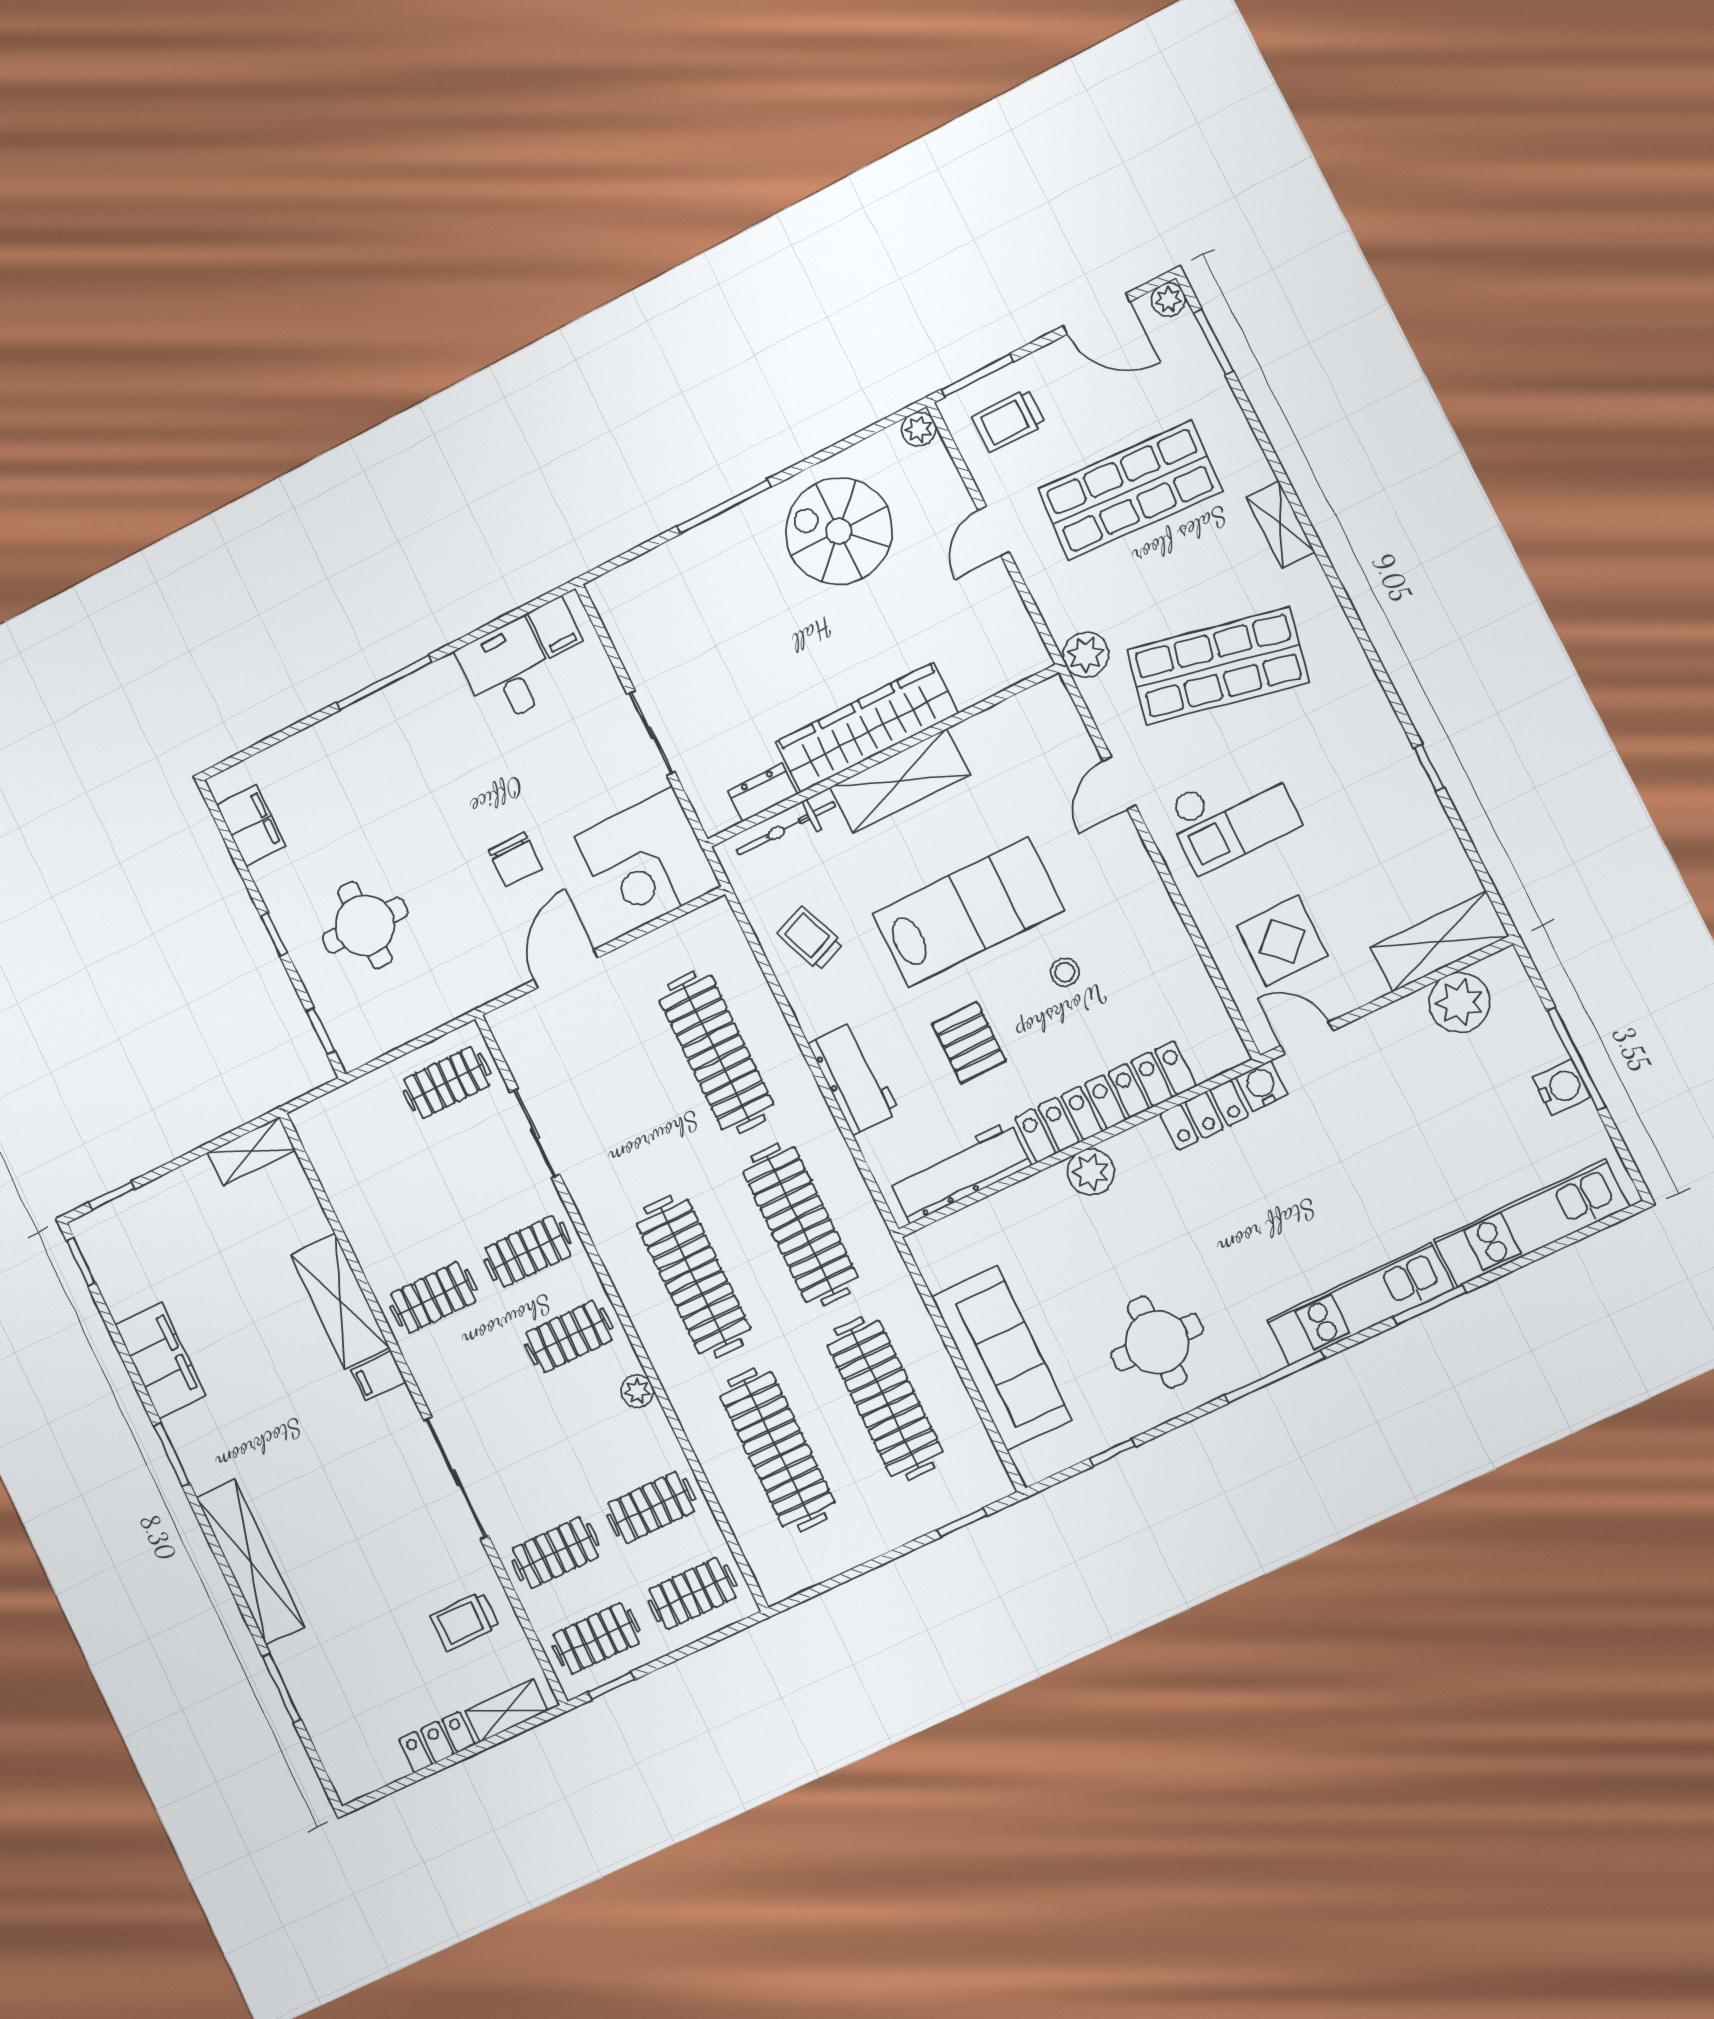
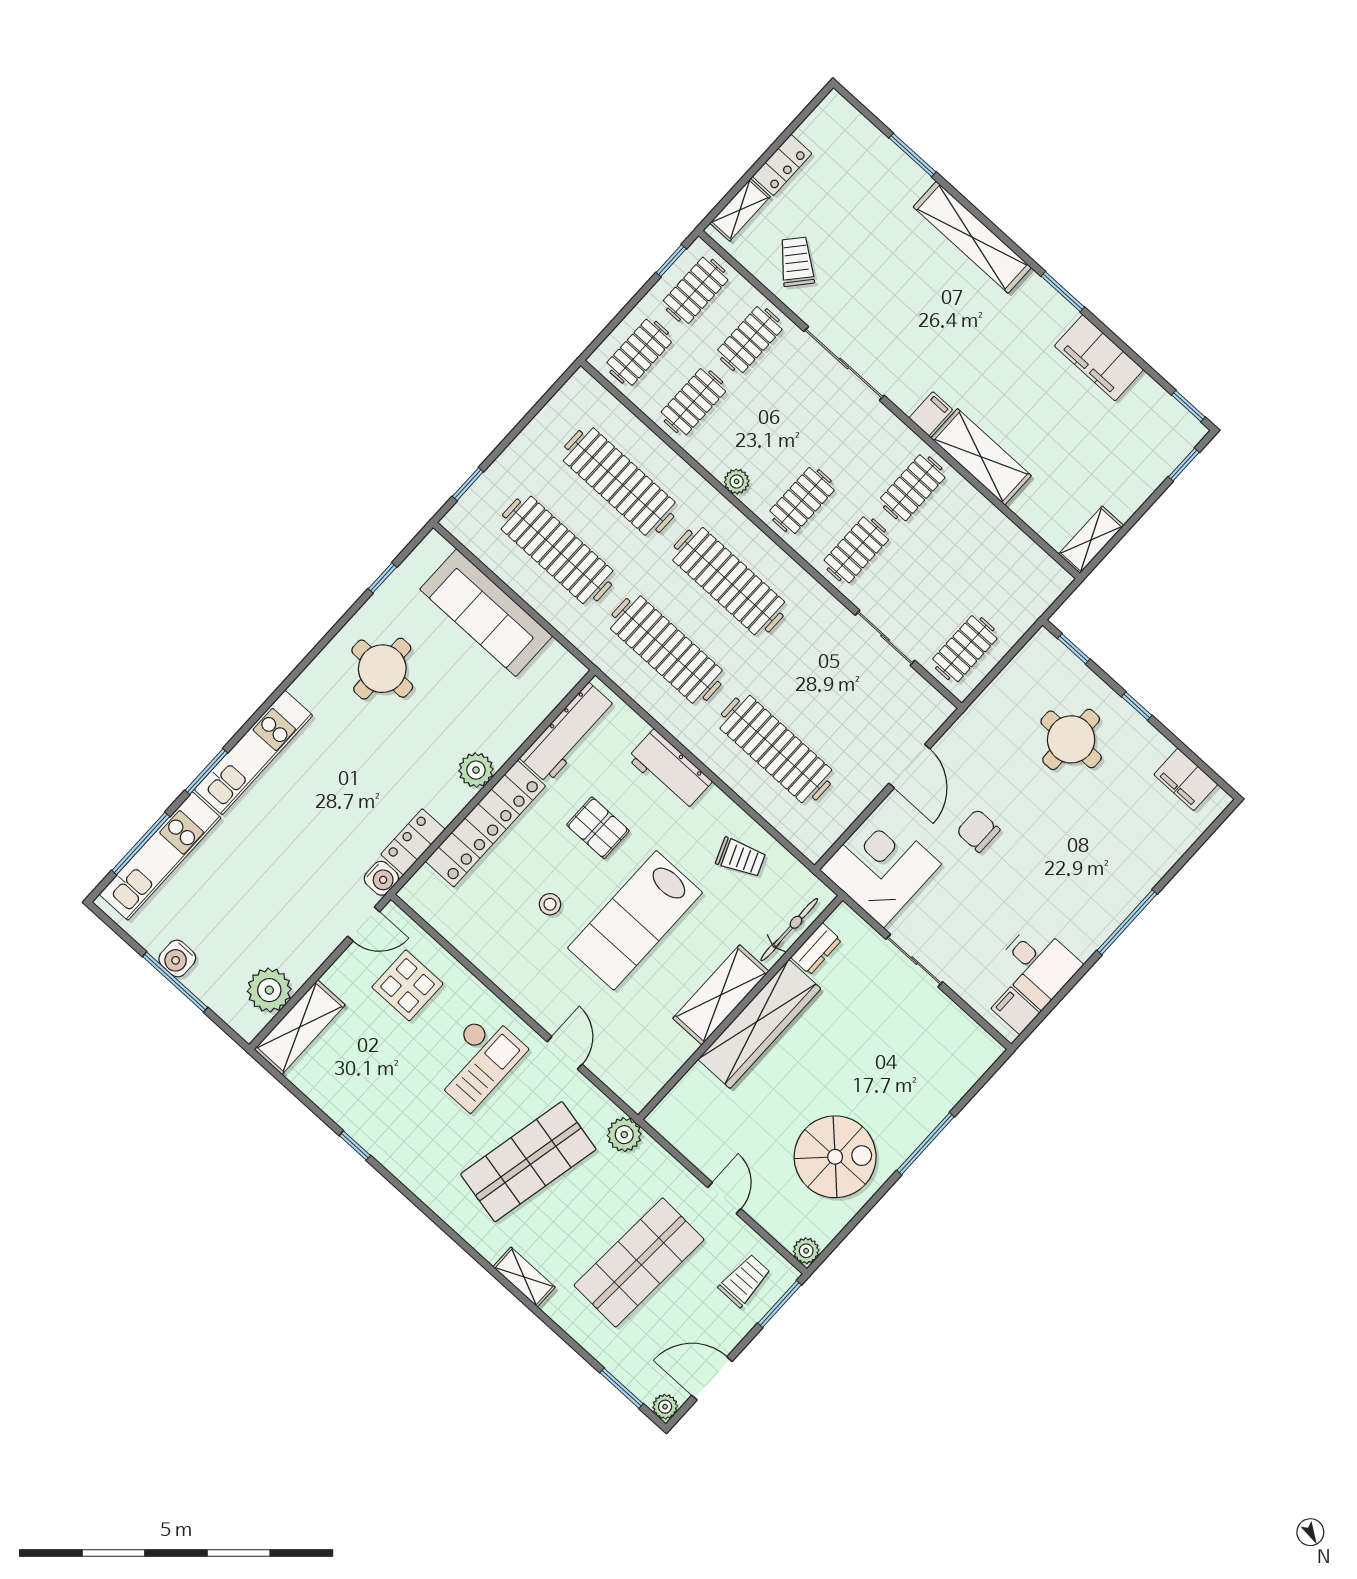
checkout: (1232, 814) -> (477, 1061), turned 180
window: (1274, 1377) -> (141, 843), moved
trolley: (464, 1621) -> (797, 262), turned -49

